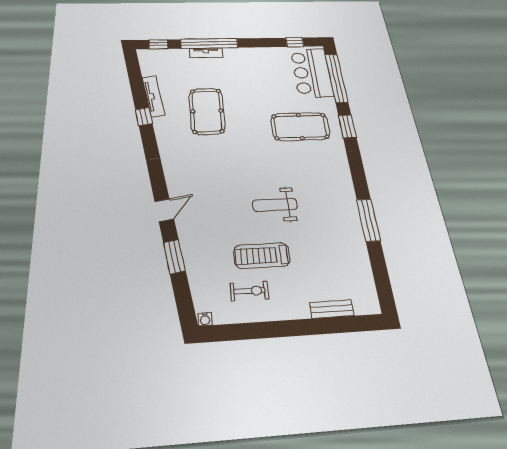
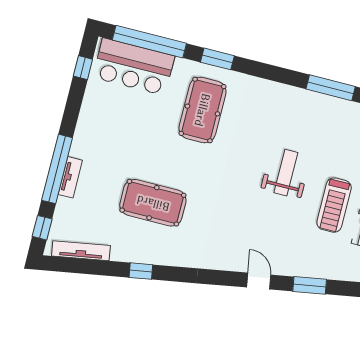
tv unit: (153, 96) -> (81, 251), moved
weight bench: (275, 205) -> (286, 173), turned 180

